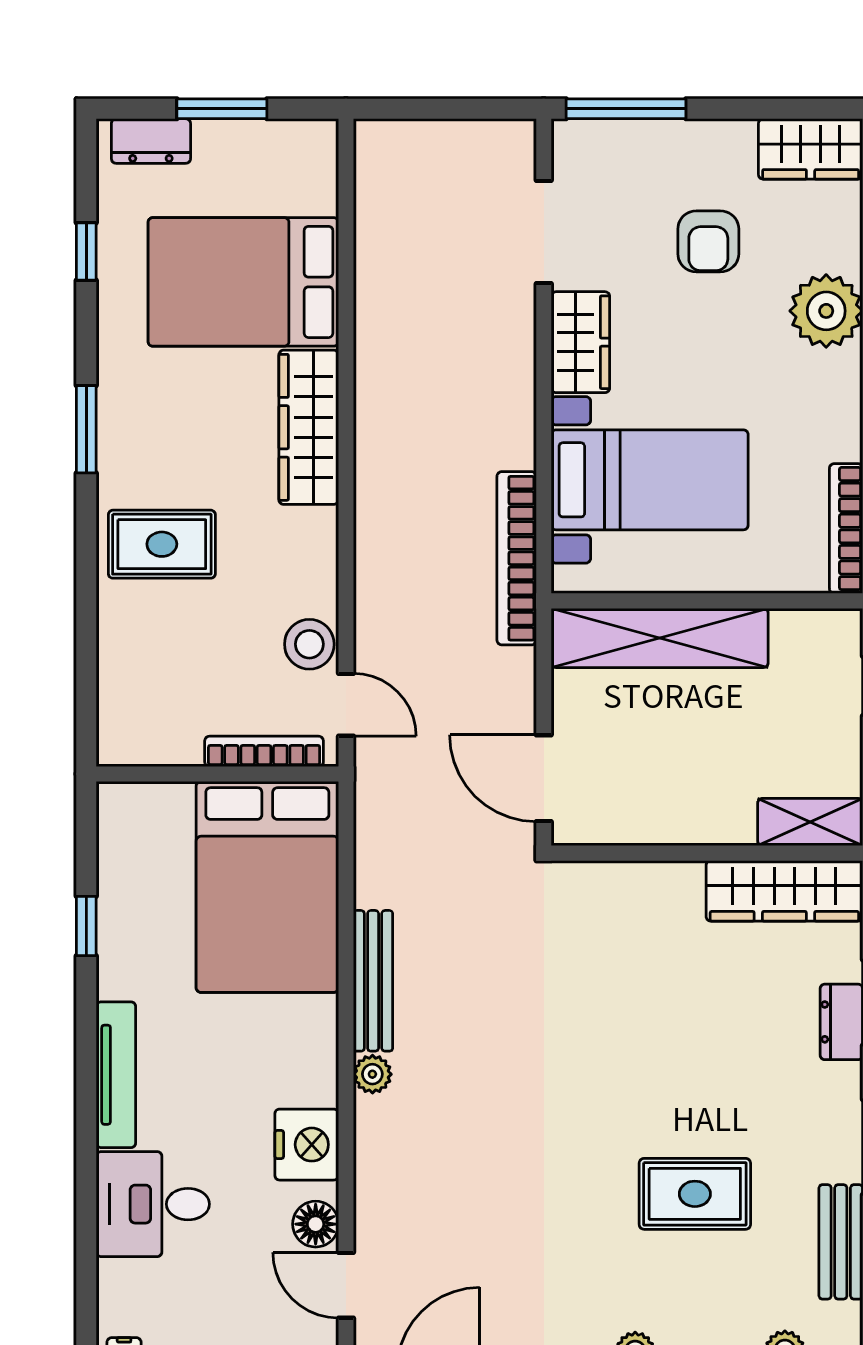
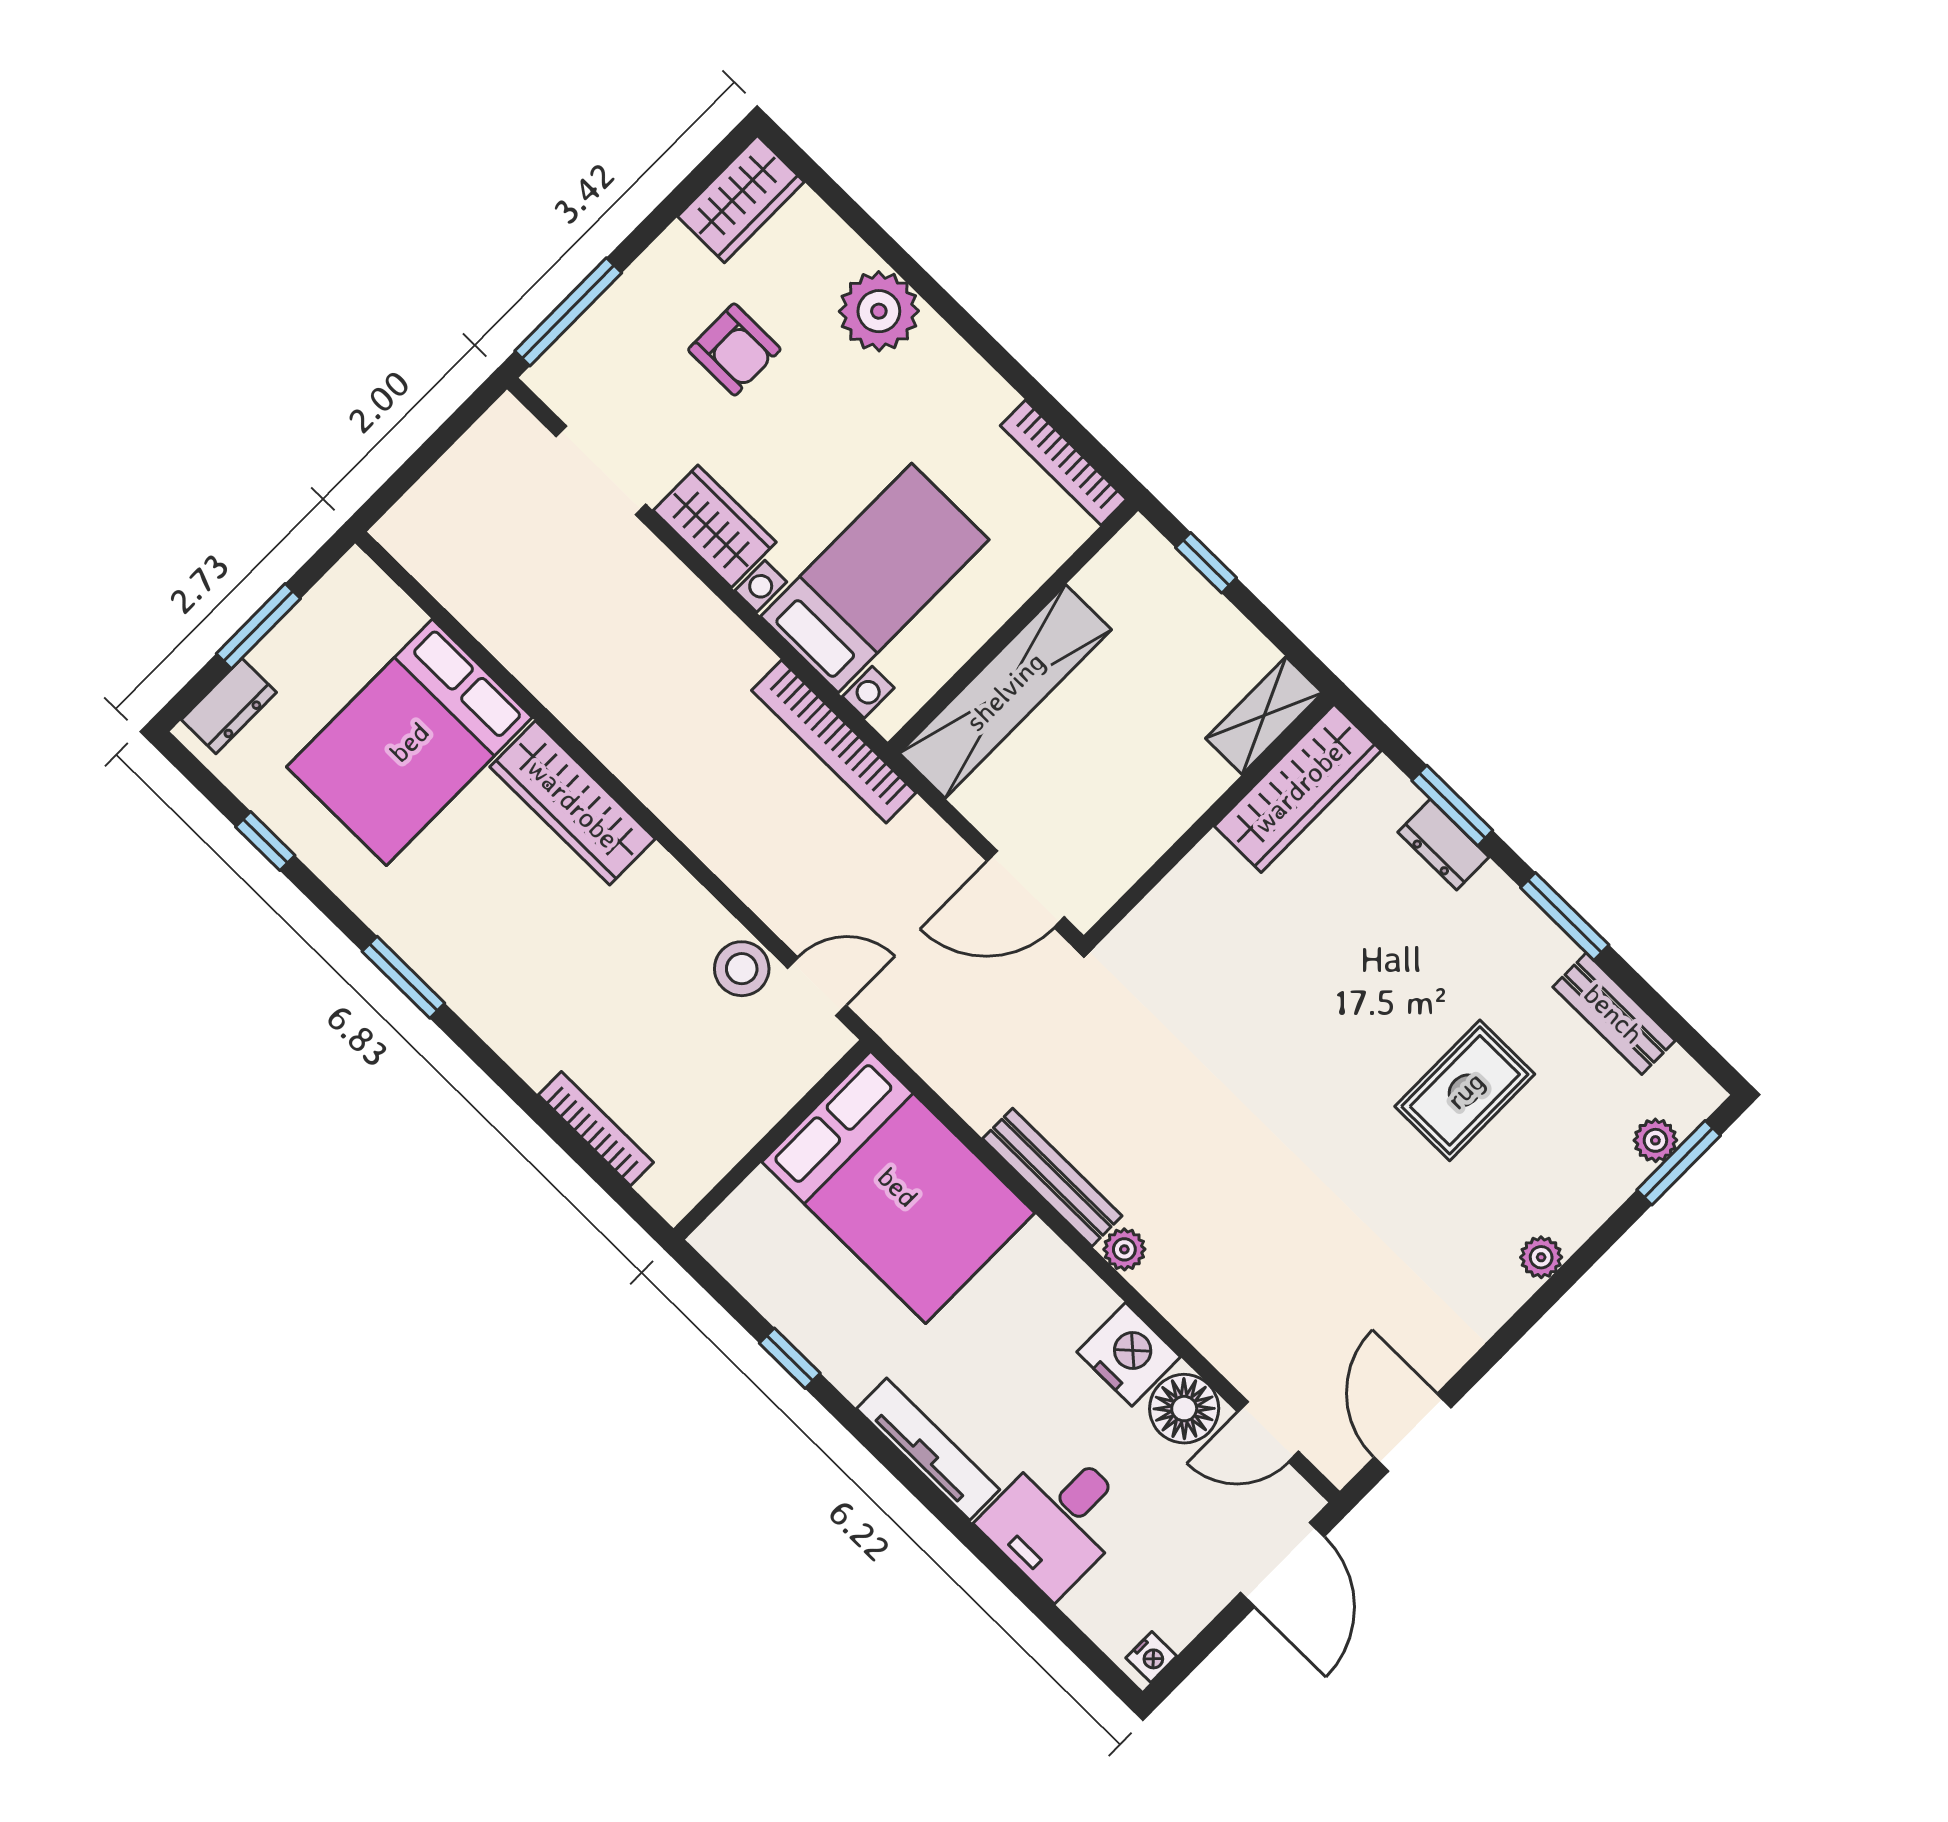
rug: (162, 544) -> (551, 1007), removed
bookcase: (264, 751) -> (596, 1129), moved, turned 90
floor lamp: (316, 1224) -> (1184, 1409), width x1.38, depth x1.38

